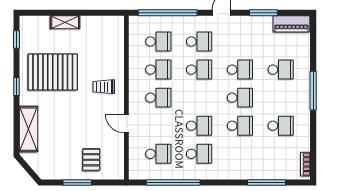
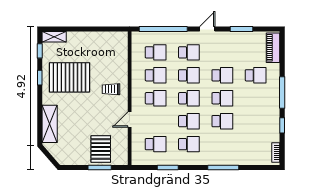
shelving: (65, 22) -> (54, 37), moved
piano: (291, 24) -> (273, 48), moved, turned 90
window: (16, 87) -> (40, 78), moved
door: (126, 124) -> (130, 119), hinge flipped
school desk: (281, 126) -> (189, 98), moved
window: (313, 131) -> (282, 125), added
pallet: (91, 160) -> (101, 149), width x1.50, depth x1.42
window: (77, 183) -> (100, 168), moved
window: (173, 183) -> (168, 168), width x0.47
window: (267, 183) -> (223, 168), moved

